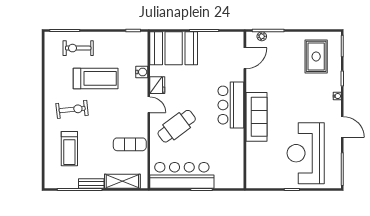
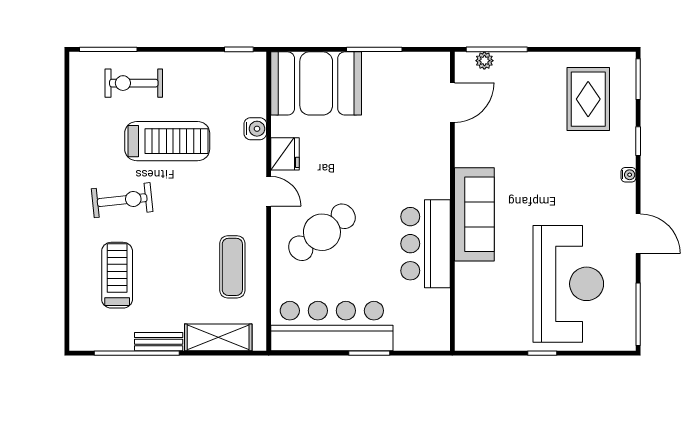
bar counter: (231, 105) -> (425, 244), moved
exercise mat: (130, 144) -> (232, 267), turned 90
treadmill: (69, 149) -> (117, 275), turned 180
reception desk: (306, 153) -> (568, 284), turned 180

